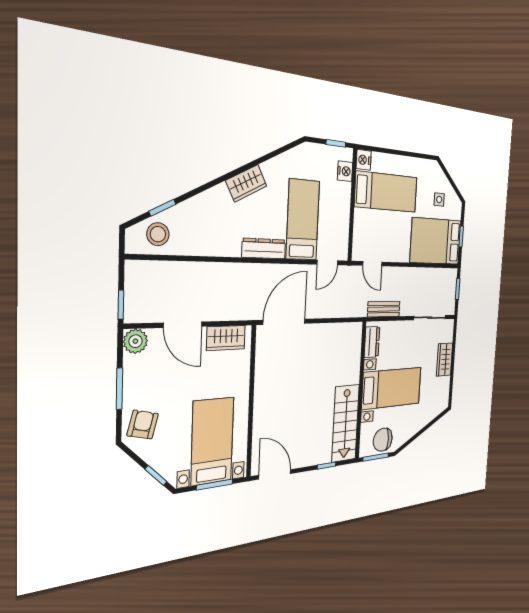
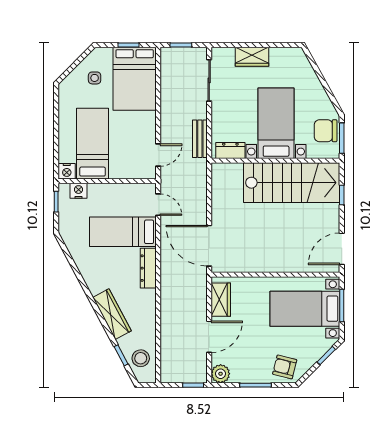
wardrobe: (246, 183) -> (112, 314), moved, width x1.50
stairs: (346, 423) -> (292, 183), width x1.36, depth x1.51
chair: (383, 440) -> (326, 131), turned 90

